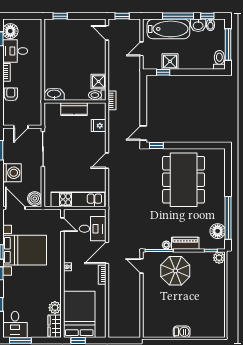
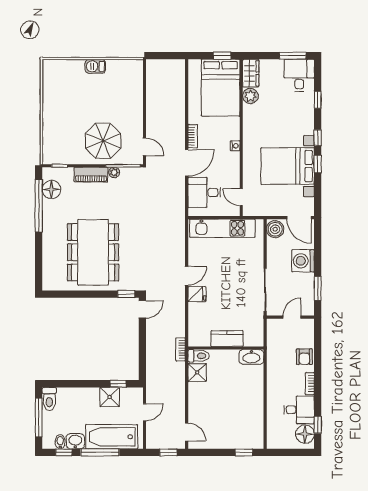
fridge: (99, 126) -> (197, 294), moved
plant: (219, 258) -> (50, 157), removed

